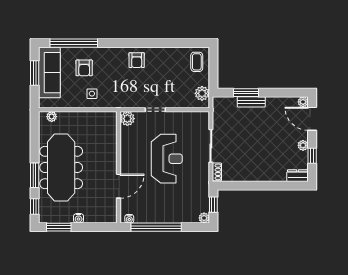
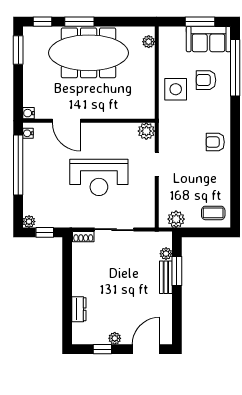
sofa: (49, 73) -> (208, 39), width x0.73
side table: (92, 94) -> (176, 89), width x1.87, depth x1.87
plant: (303, 102) -> (166, 254), moved
dresser: (298, 176) -> (79, 309), moved
water cooler: (79, 218) -> (29, 113), moved

